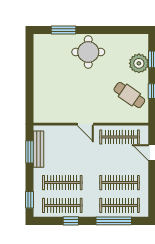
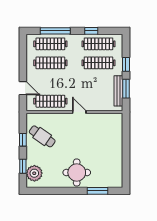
plant: (139, 63) -> (34, 173), moved
window: (30, 200) -> (126, 64), moved

